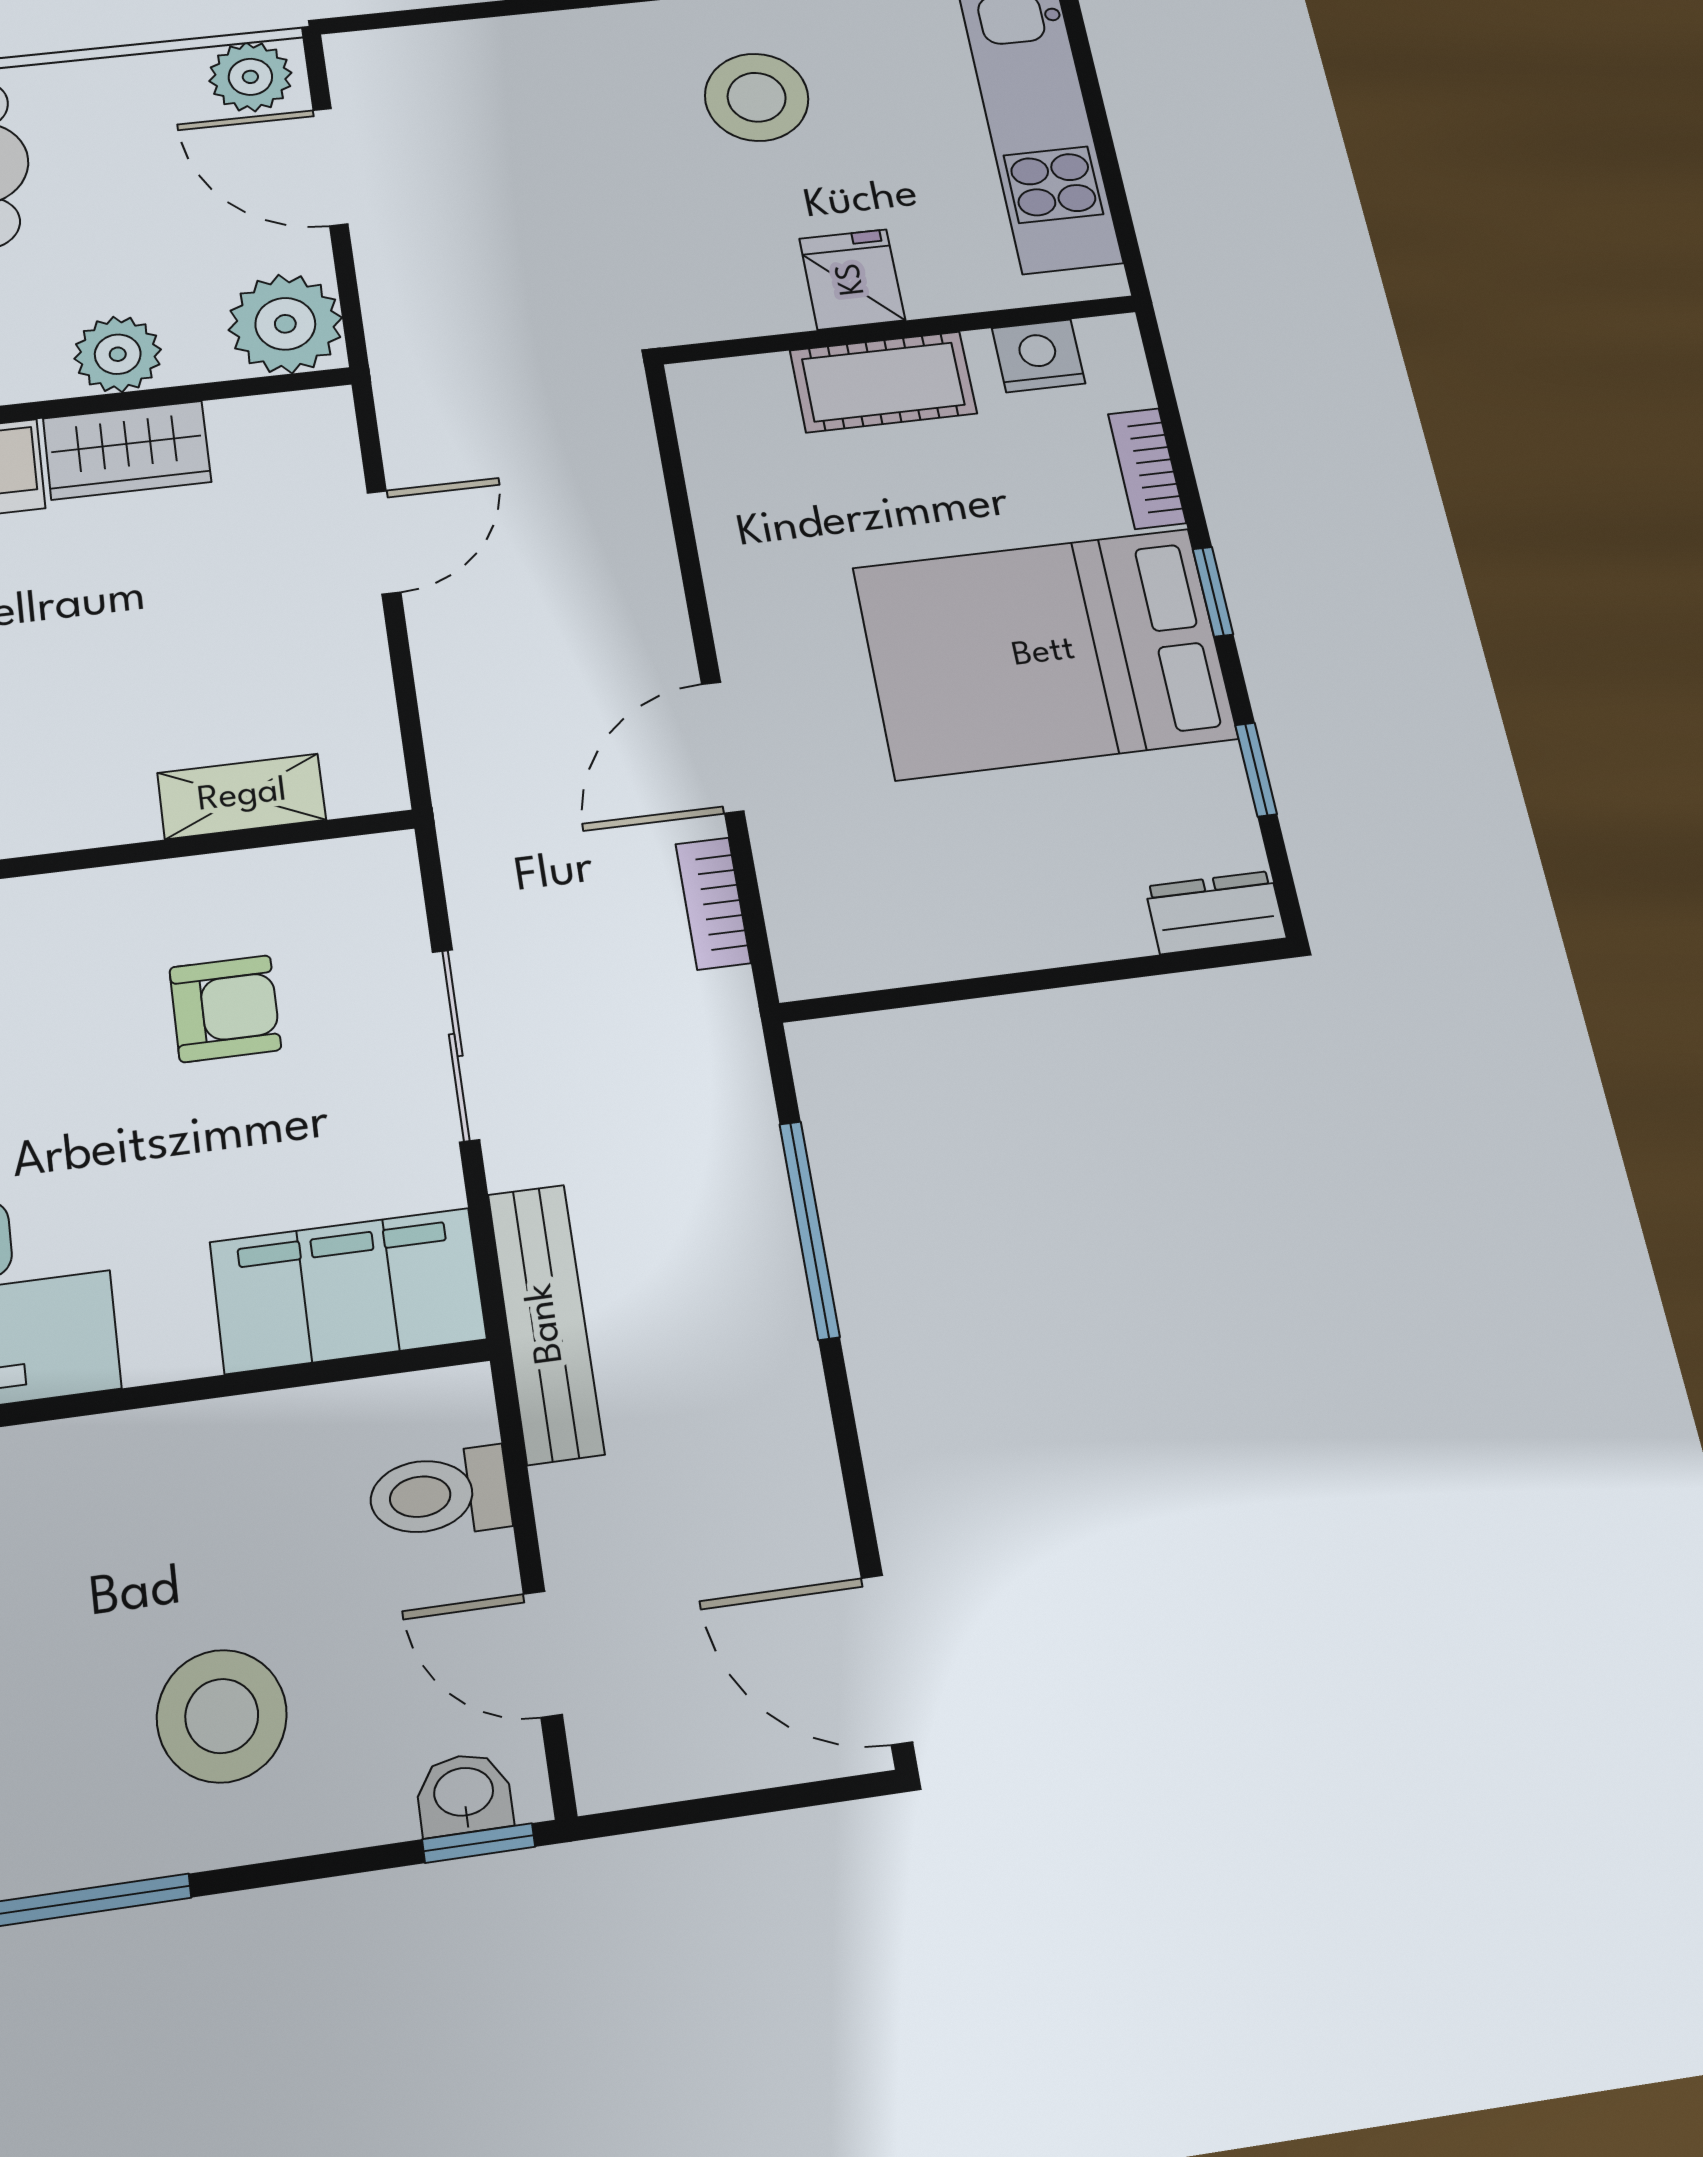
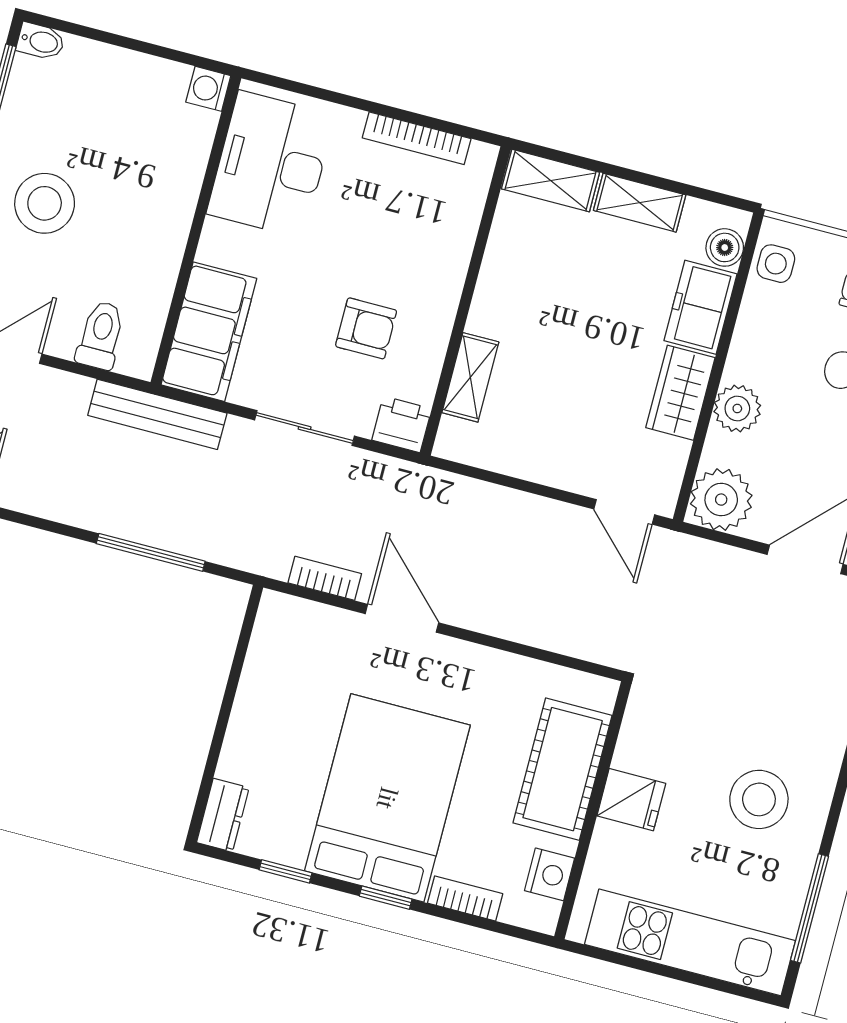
cot: (883, 382) -> (563, 769), width x1.37, depth x1.34
door: (384, 542) -> (624, 512), moved
printer: (376, 879) -> (402, 424), added
armchair: (225, 1009) -> (366, 328), turned -90

